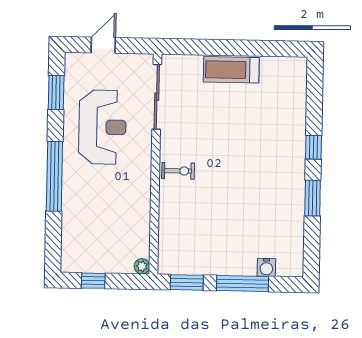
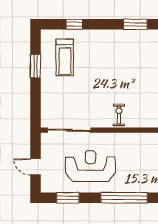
window: (253, 48) -> (35, 66), added
treadmill: (231, 70) -> (65, 58), moved
window: (314, 147) -> (74, 24), moved

